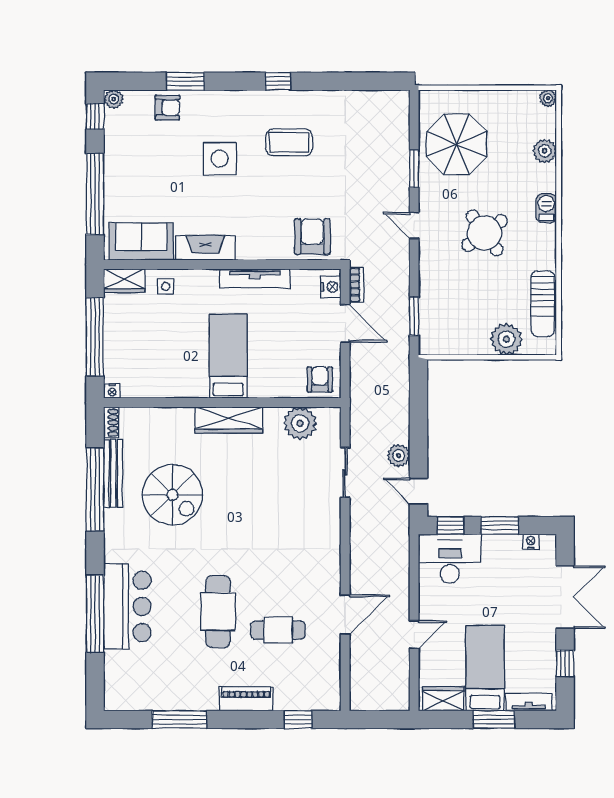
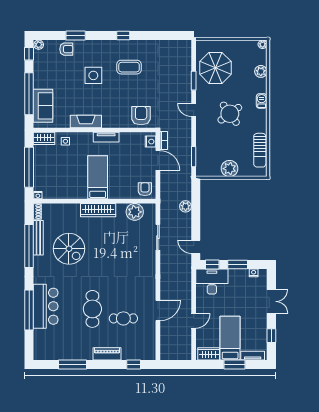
sofa: (141, 242) -> (43, 106), moved, turned 90
tv unit: (255, 278) -> (106, 137), width x0.71
plant: (506, 339) -> (230, 169), moved
plant: (399, 456) -> (186, 206), moved
double door: (565, 597) -> (271, 301), width x0.73

